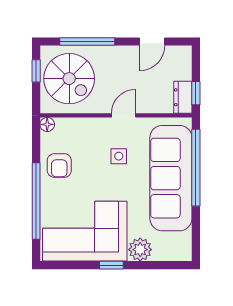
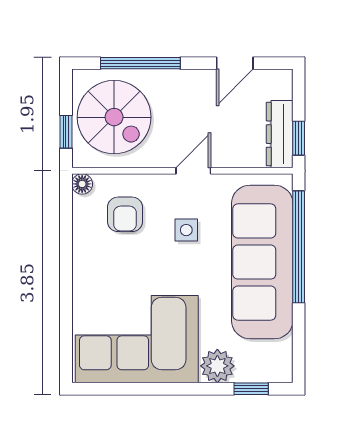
window: (36, 71) -> (66, 132), moved
dresser: (183, 97) -> (280, 134), width x1.44
armchair: (59, 165) -> (125, 214), moved
window: (36, 201) -> (66, 295), removed
window: (111, 265) -> (251, 389), moved

